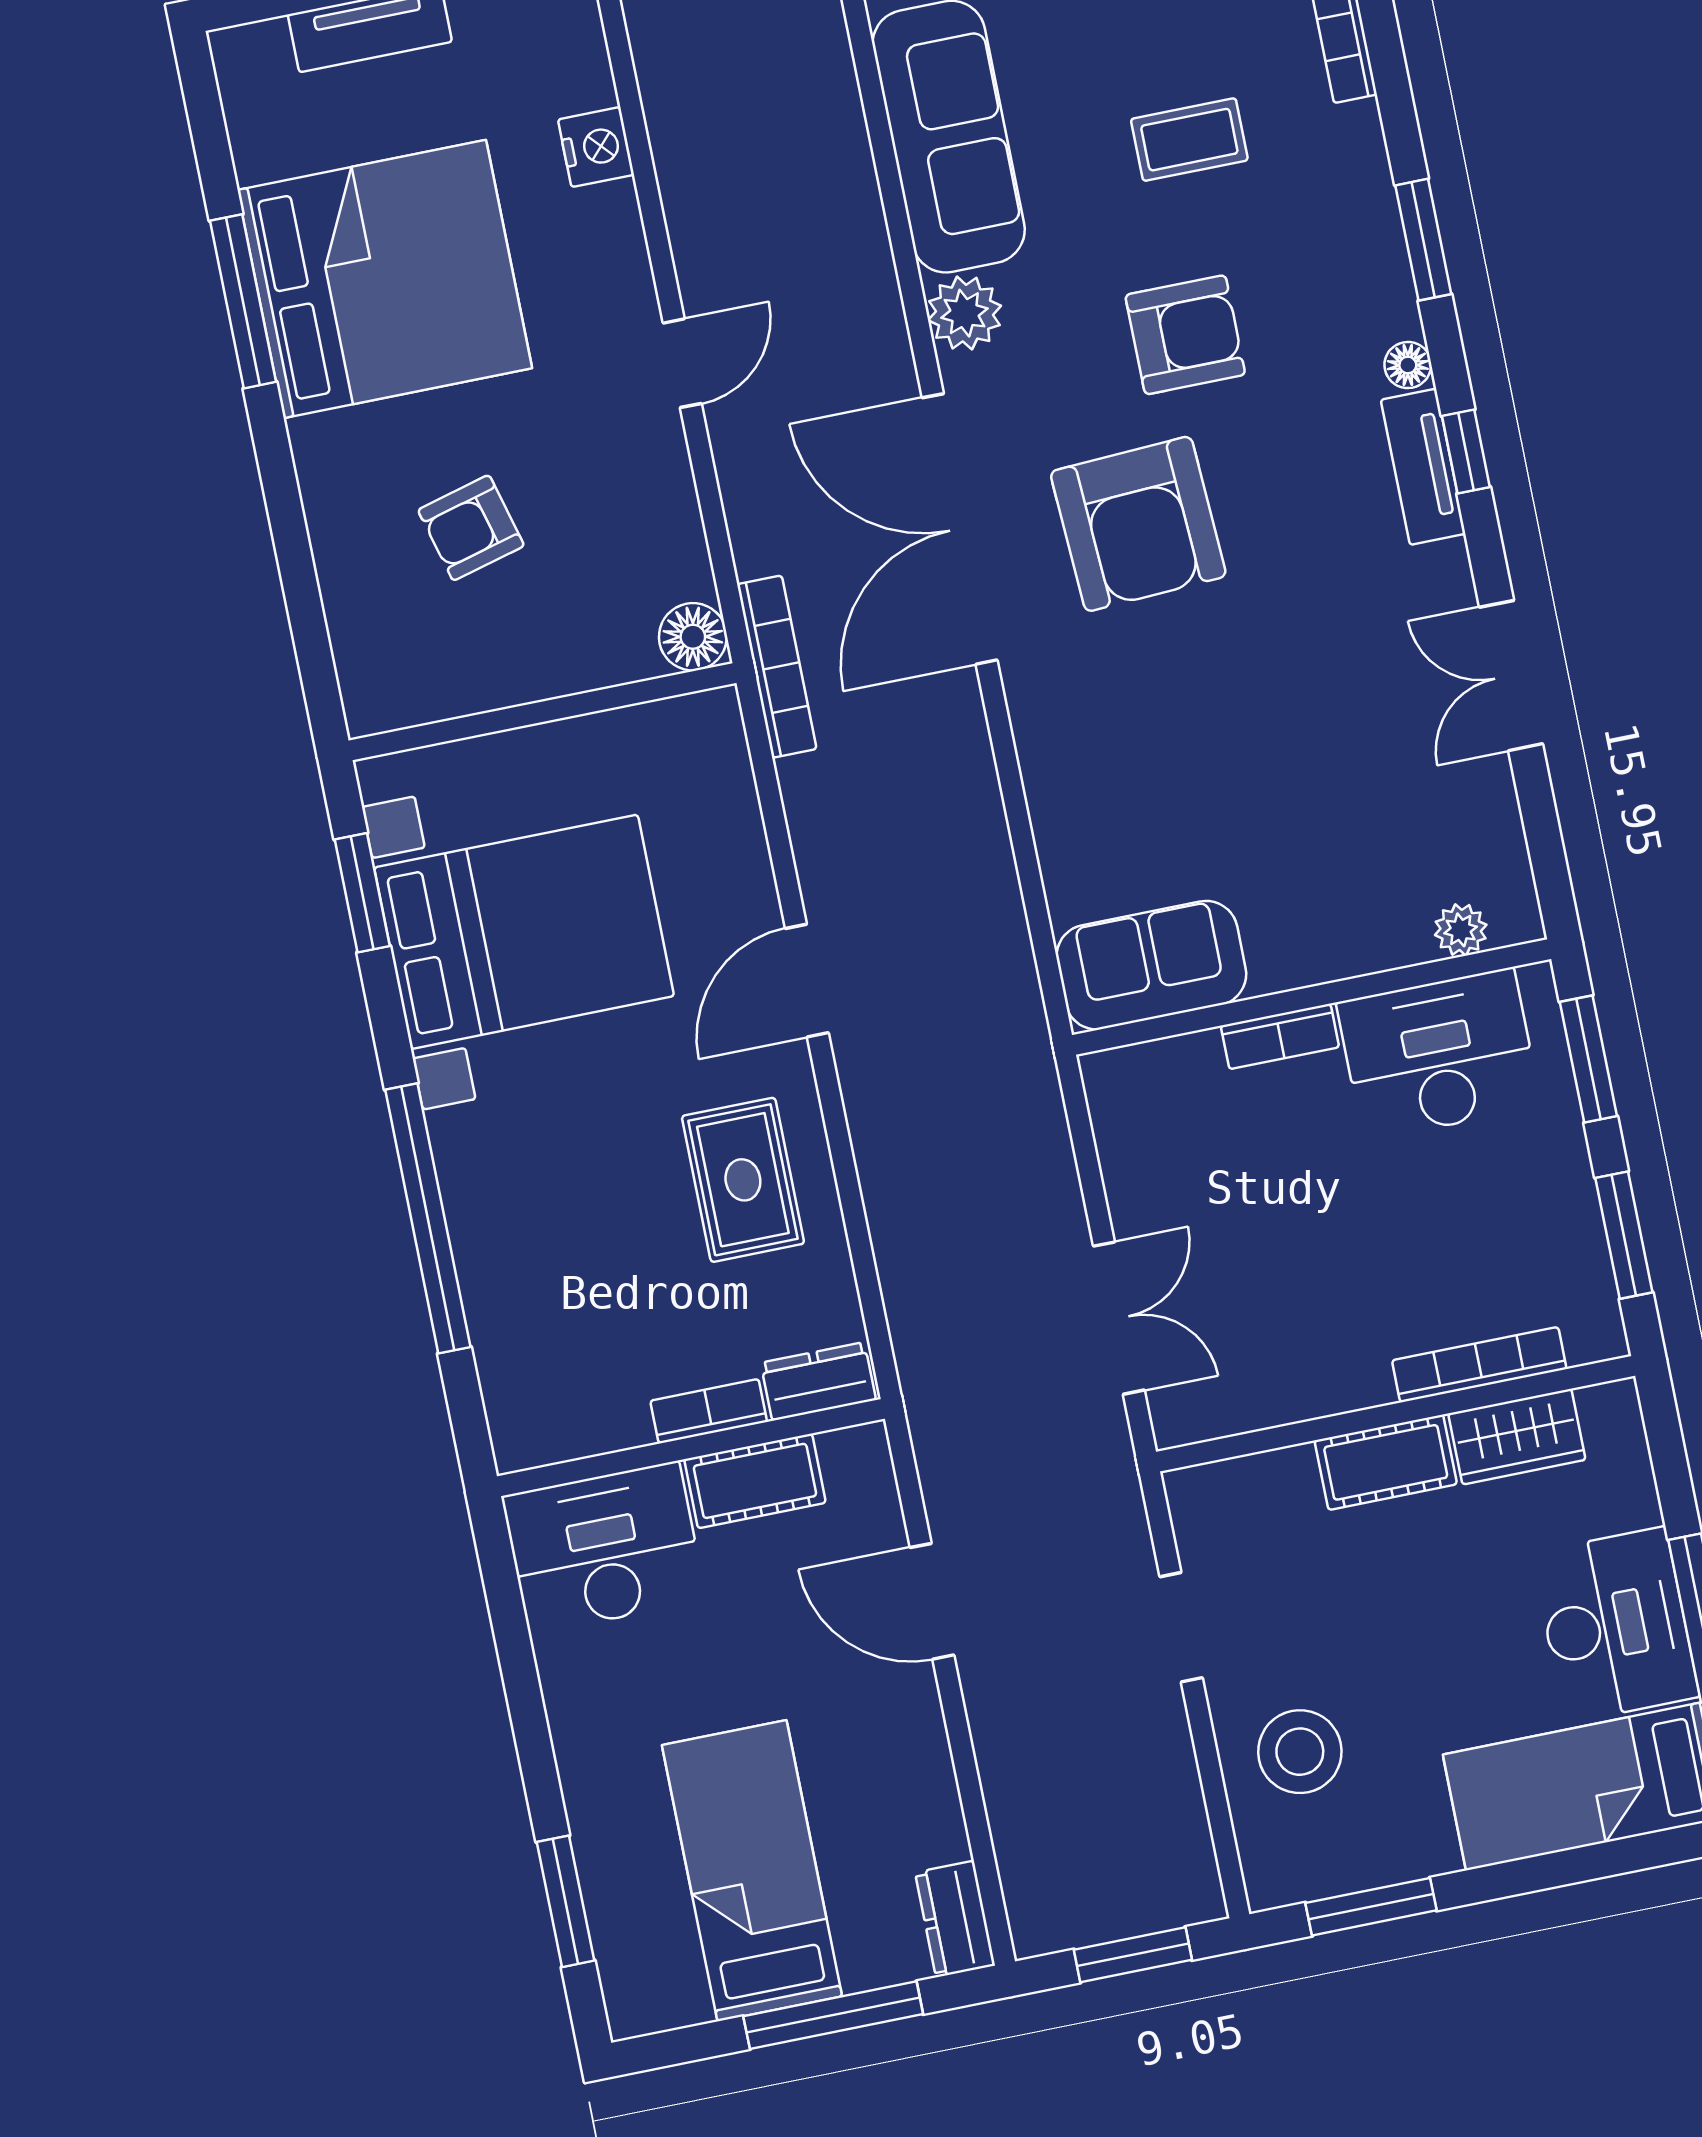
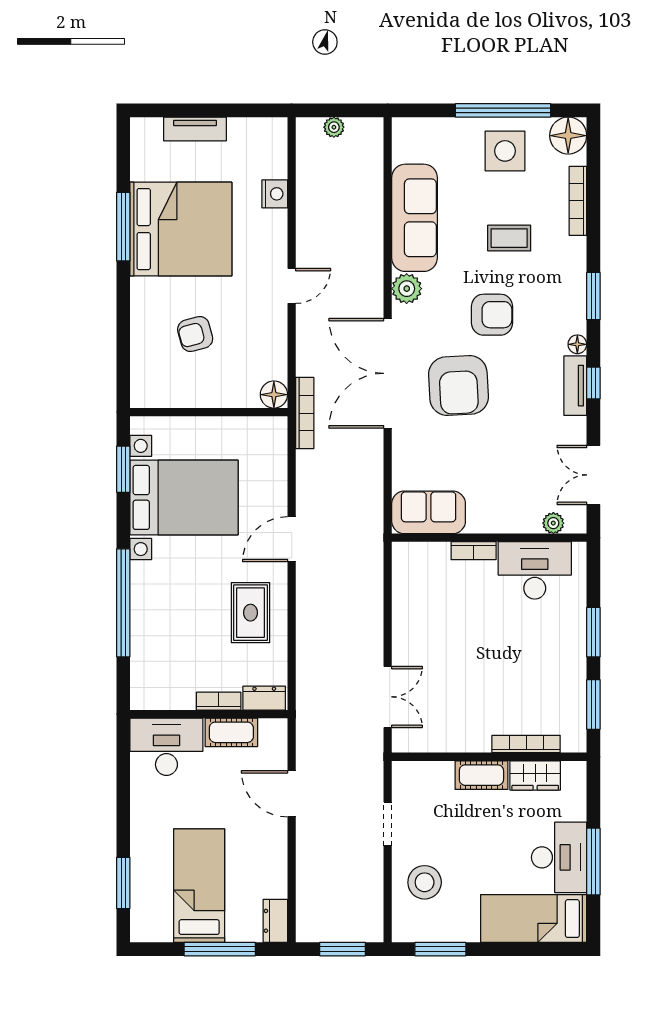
plant: (1461, 930) -> (553, 523), moved
sofa: (1151, 965) -> (429, 512), moved
wall: (1312, 997) -> (489, 538), moved
bookcase: (1280, 1036) -> (474, 551), moved
desk: (1439, 1054) -> (535, 570), moved

